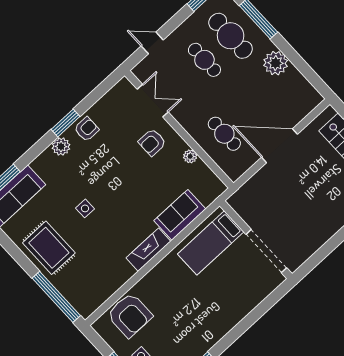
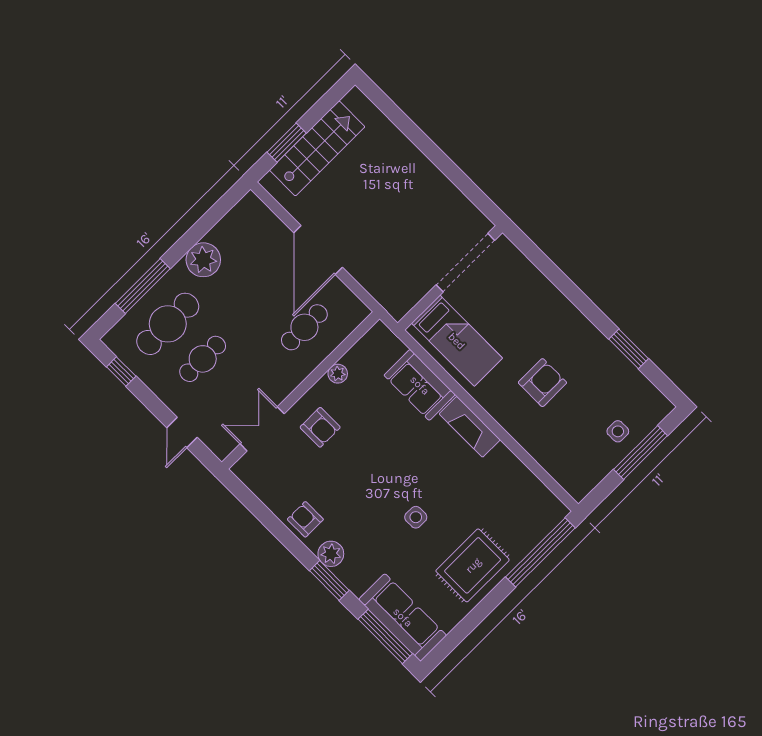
window: (66, 123) -> (329, 580), moved
armchair: (130, 315) -> (542, 383), moved, width x0.73, depth x0.73

